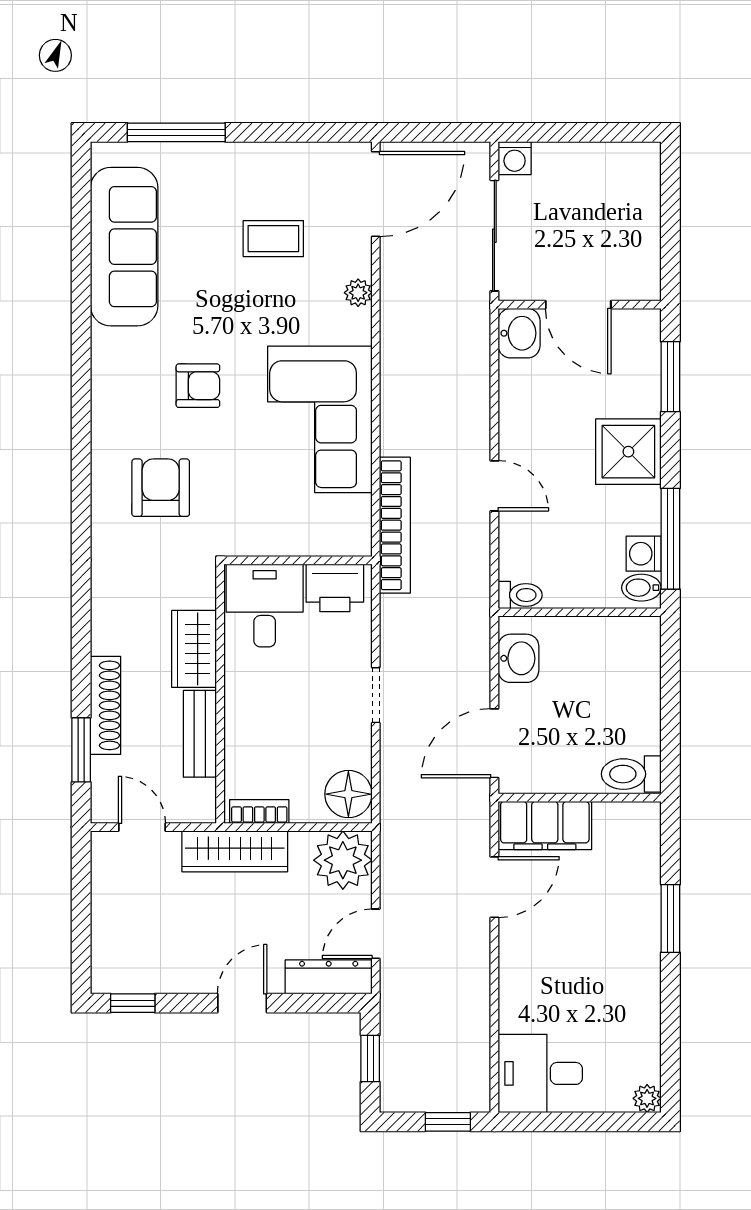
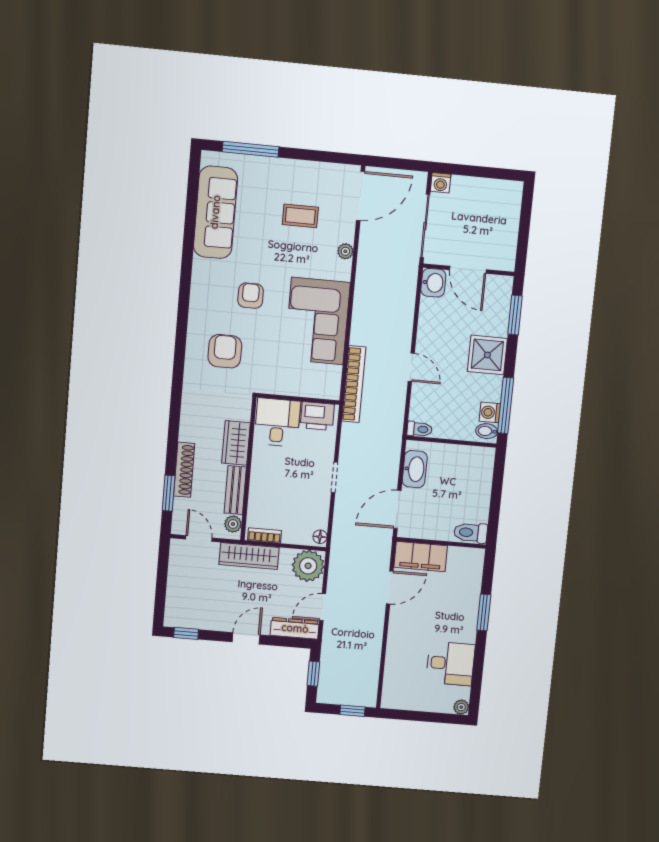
armchair: (198, 386) -> (251, 296), turned -90
washbasin: (518, 658) -> (415, 469), width x1.38
floor lamp: (348, 794) -> (320, 537), width x0.53, depth x0.53
plant: (201, 796) -> (233, 524), added
desk: (540, 1073) -> (450, 663), moved, turned 180

